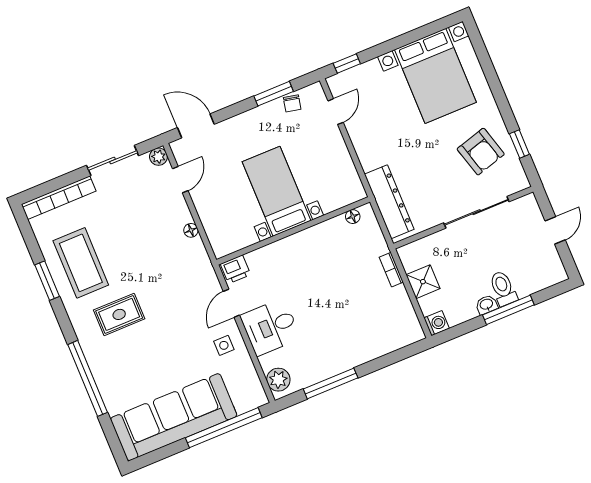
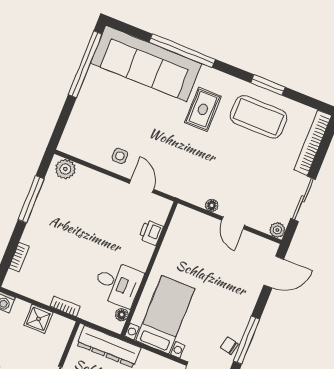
window: (274, 94) -> (247, 340), width x1.44
door: (180, 180) -> (233, 223), moved
bed with nightstands: (277, 191) -> (165, 315), moved, turned -90
printer: (235, 269) -> (151, 232), moved
desk: (270, 327) -> (118, 284), moved, turned 90
bookcase: (388, 347) -> (19, 257), added
sofa: (174, 417) -> (146, 63), moved, turned 90
window: (224, 428) -> (85, 64), moved

